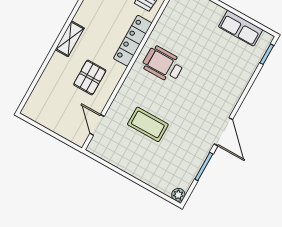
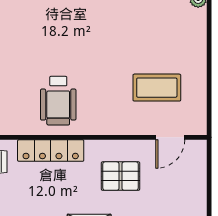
coffee table: (148, 124) -> (157, 88), moved, turned 90

